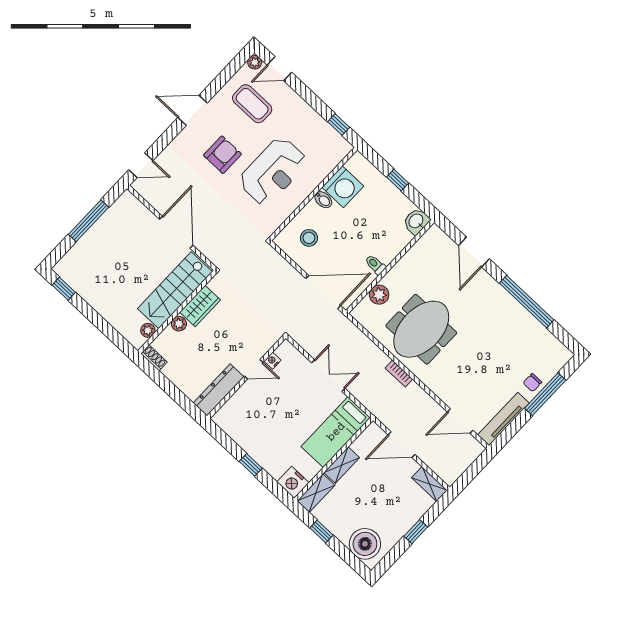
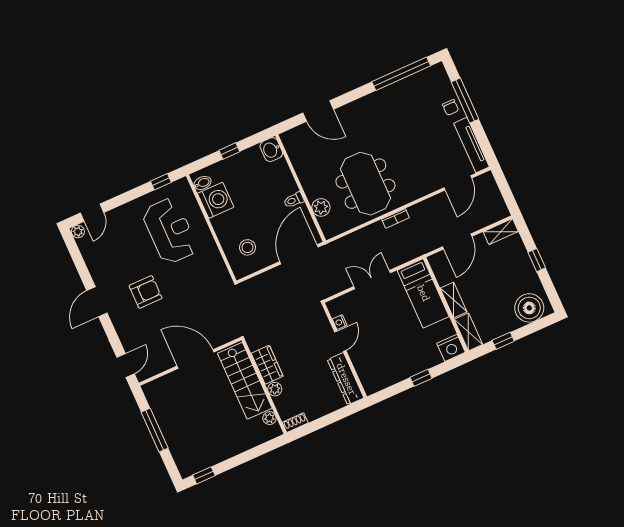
coffee table: (252, 104) -> (112, 248), removed
armchair: (222, 155) -> (146, 292), turned 90
reception desk: (273, 171) -> (170, 231), moved
bidet: (323, 200) -> (202, 183), moved
window: (527, 302) -> (401, 74), moved

